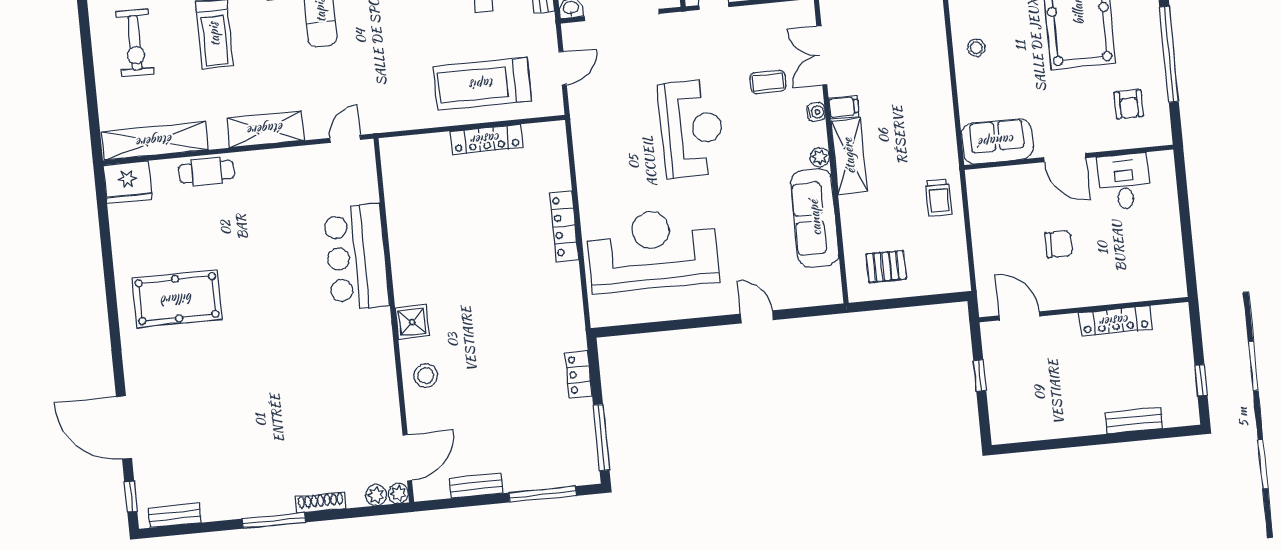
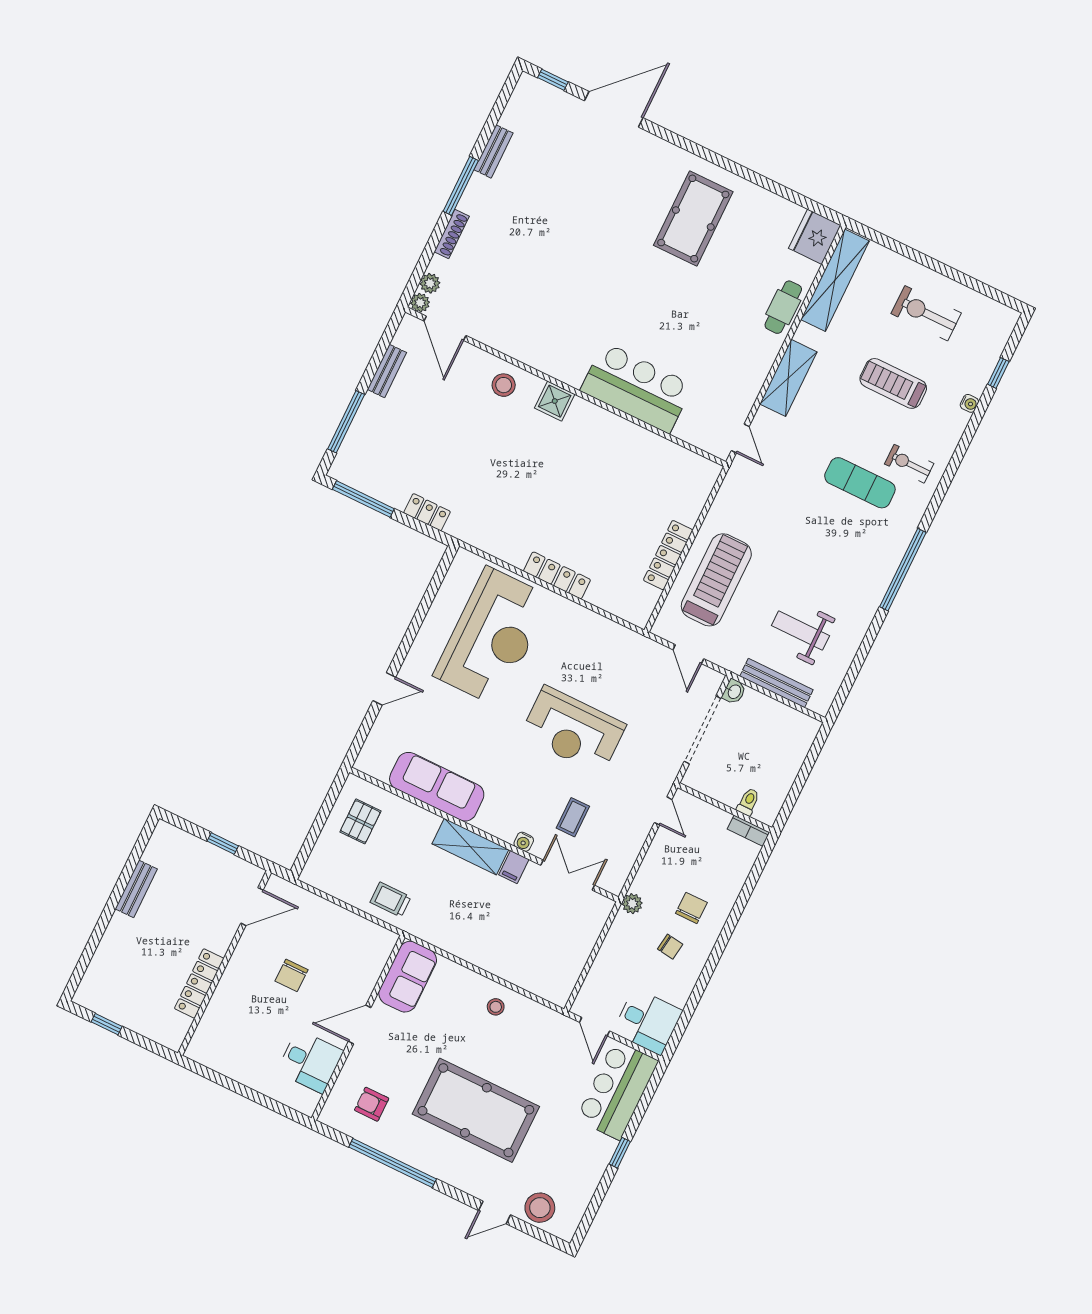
plant: (820, 157) -> (484, 822), removed
bench: (1134, 420) -> (136, 889), moved
bench: (175, 515) -> (493, 151), moved

